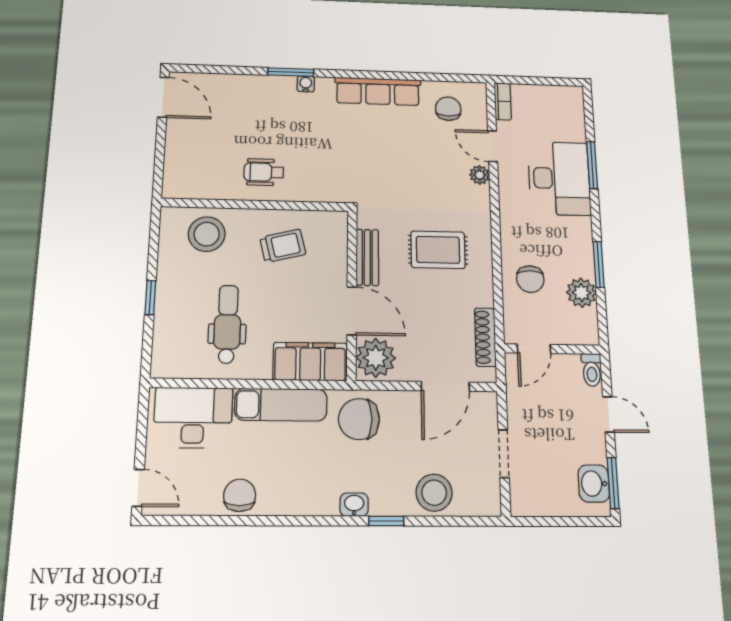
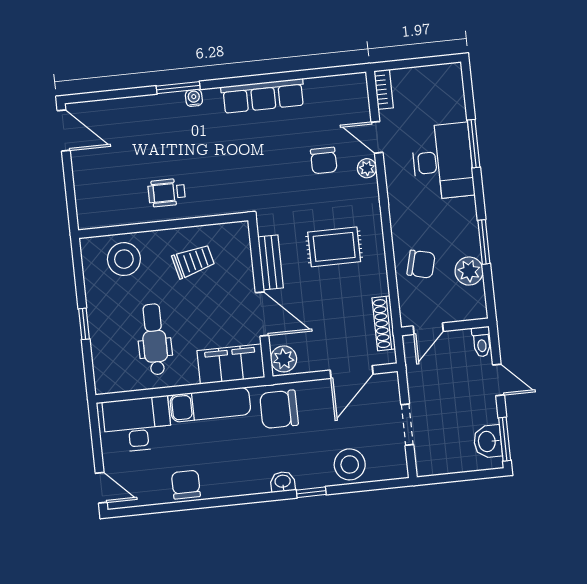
chair: (448, 109) -> (324, 160), moved, turned 180
chair: (530, 279) -> (421, 264), turned -76
plant: (376, 358) -> (284, 359), width x0.73, depth x0.73

